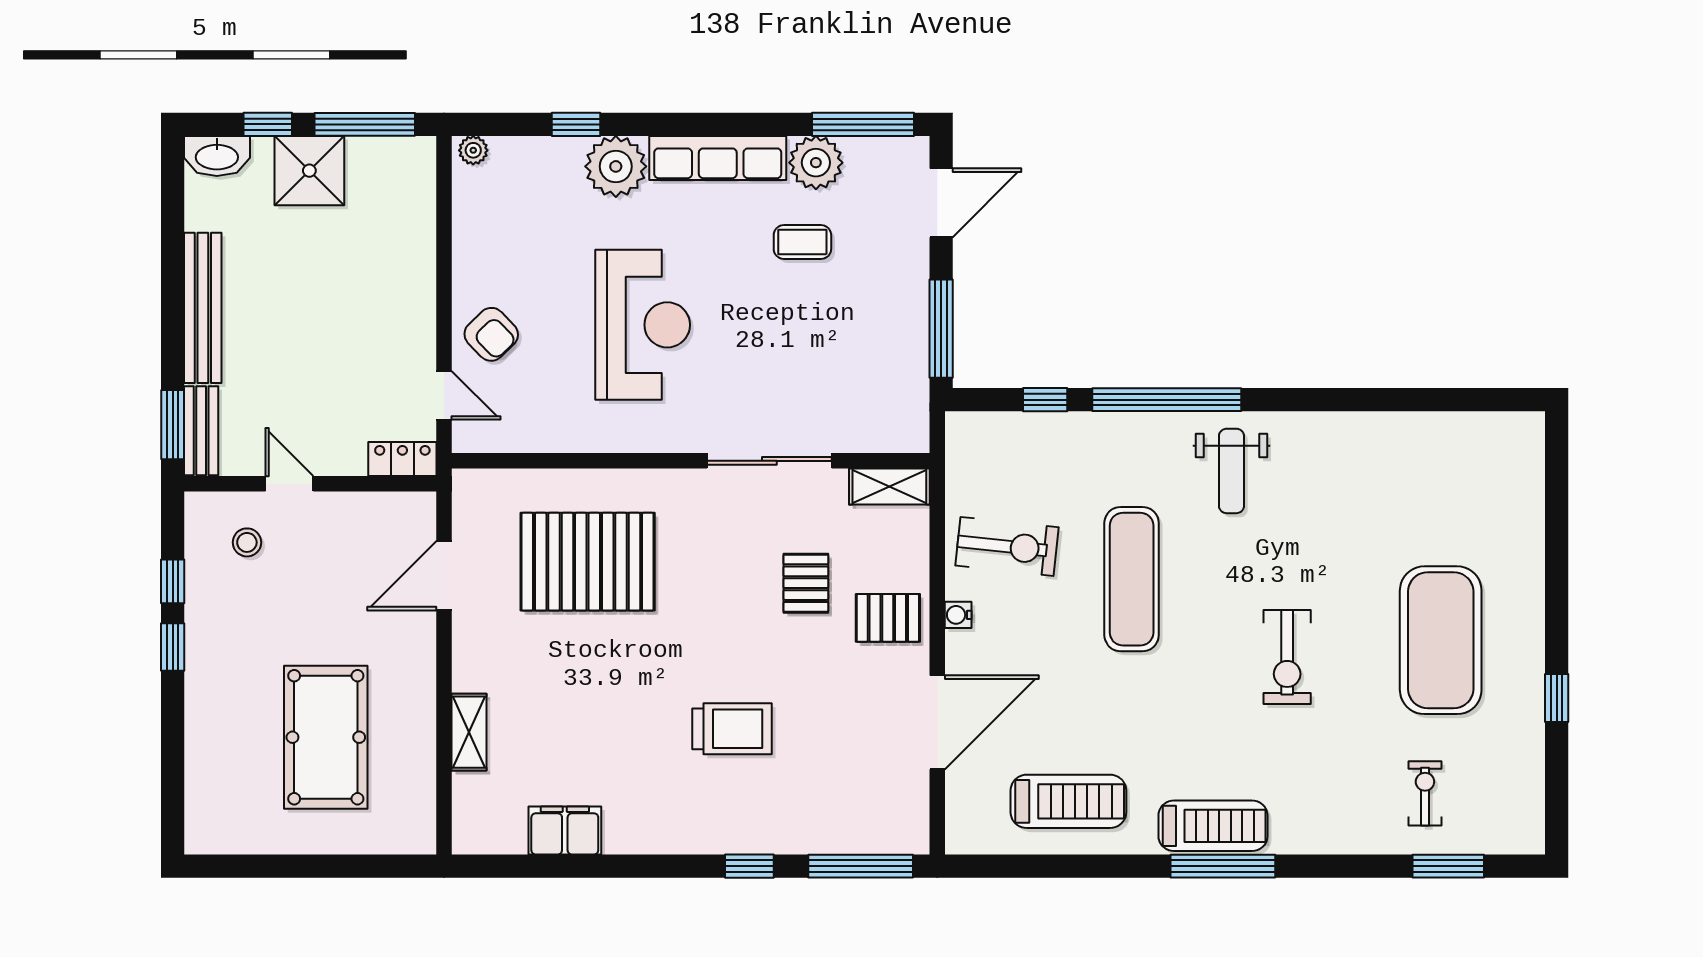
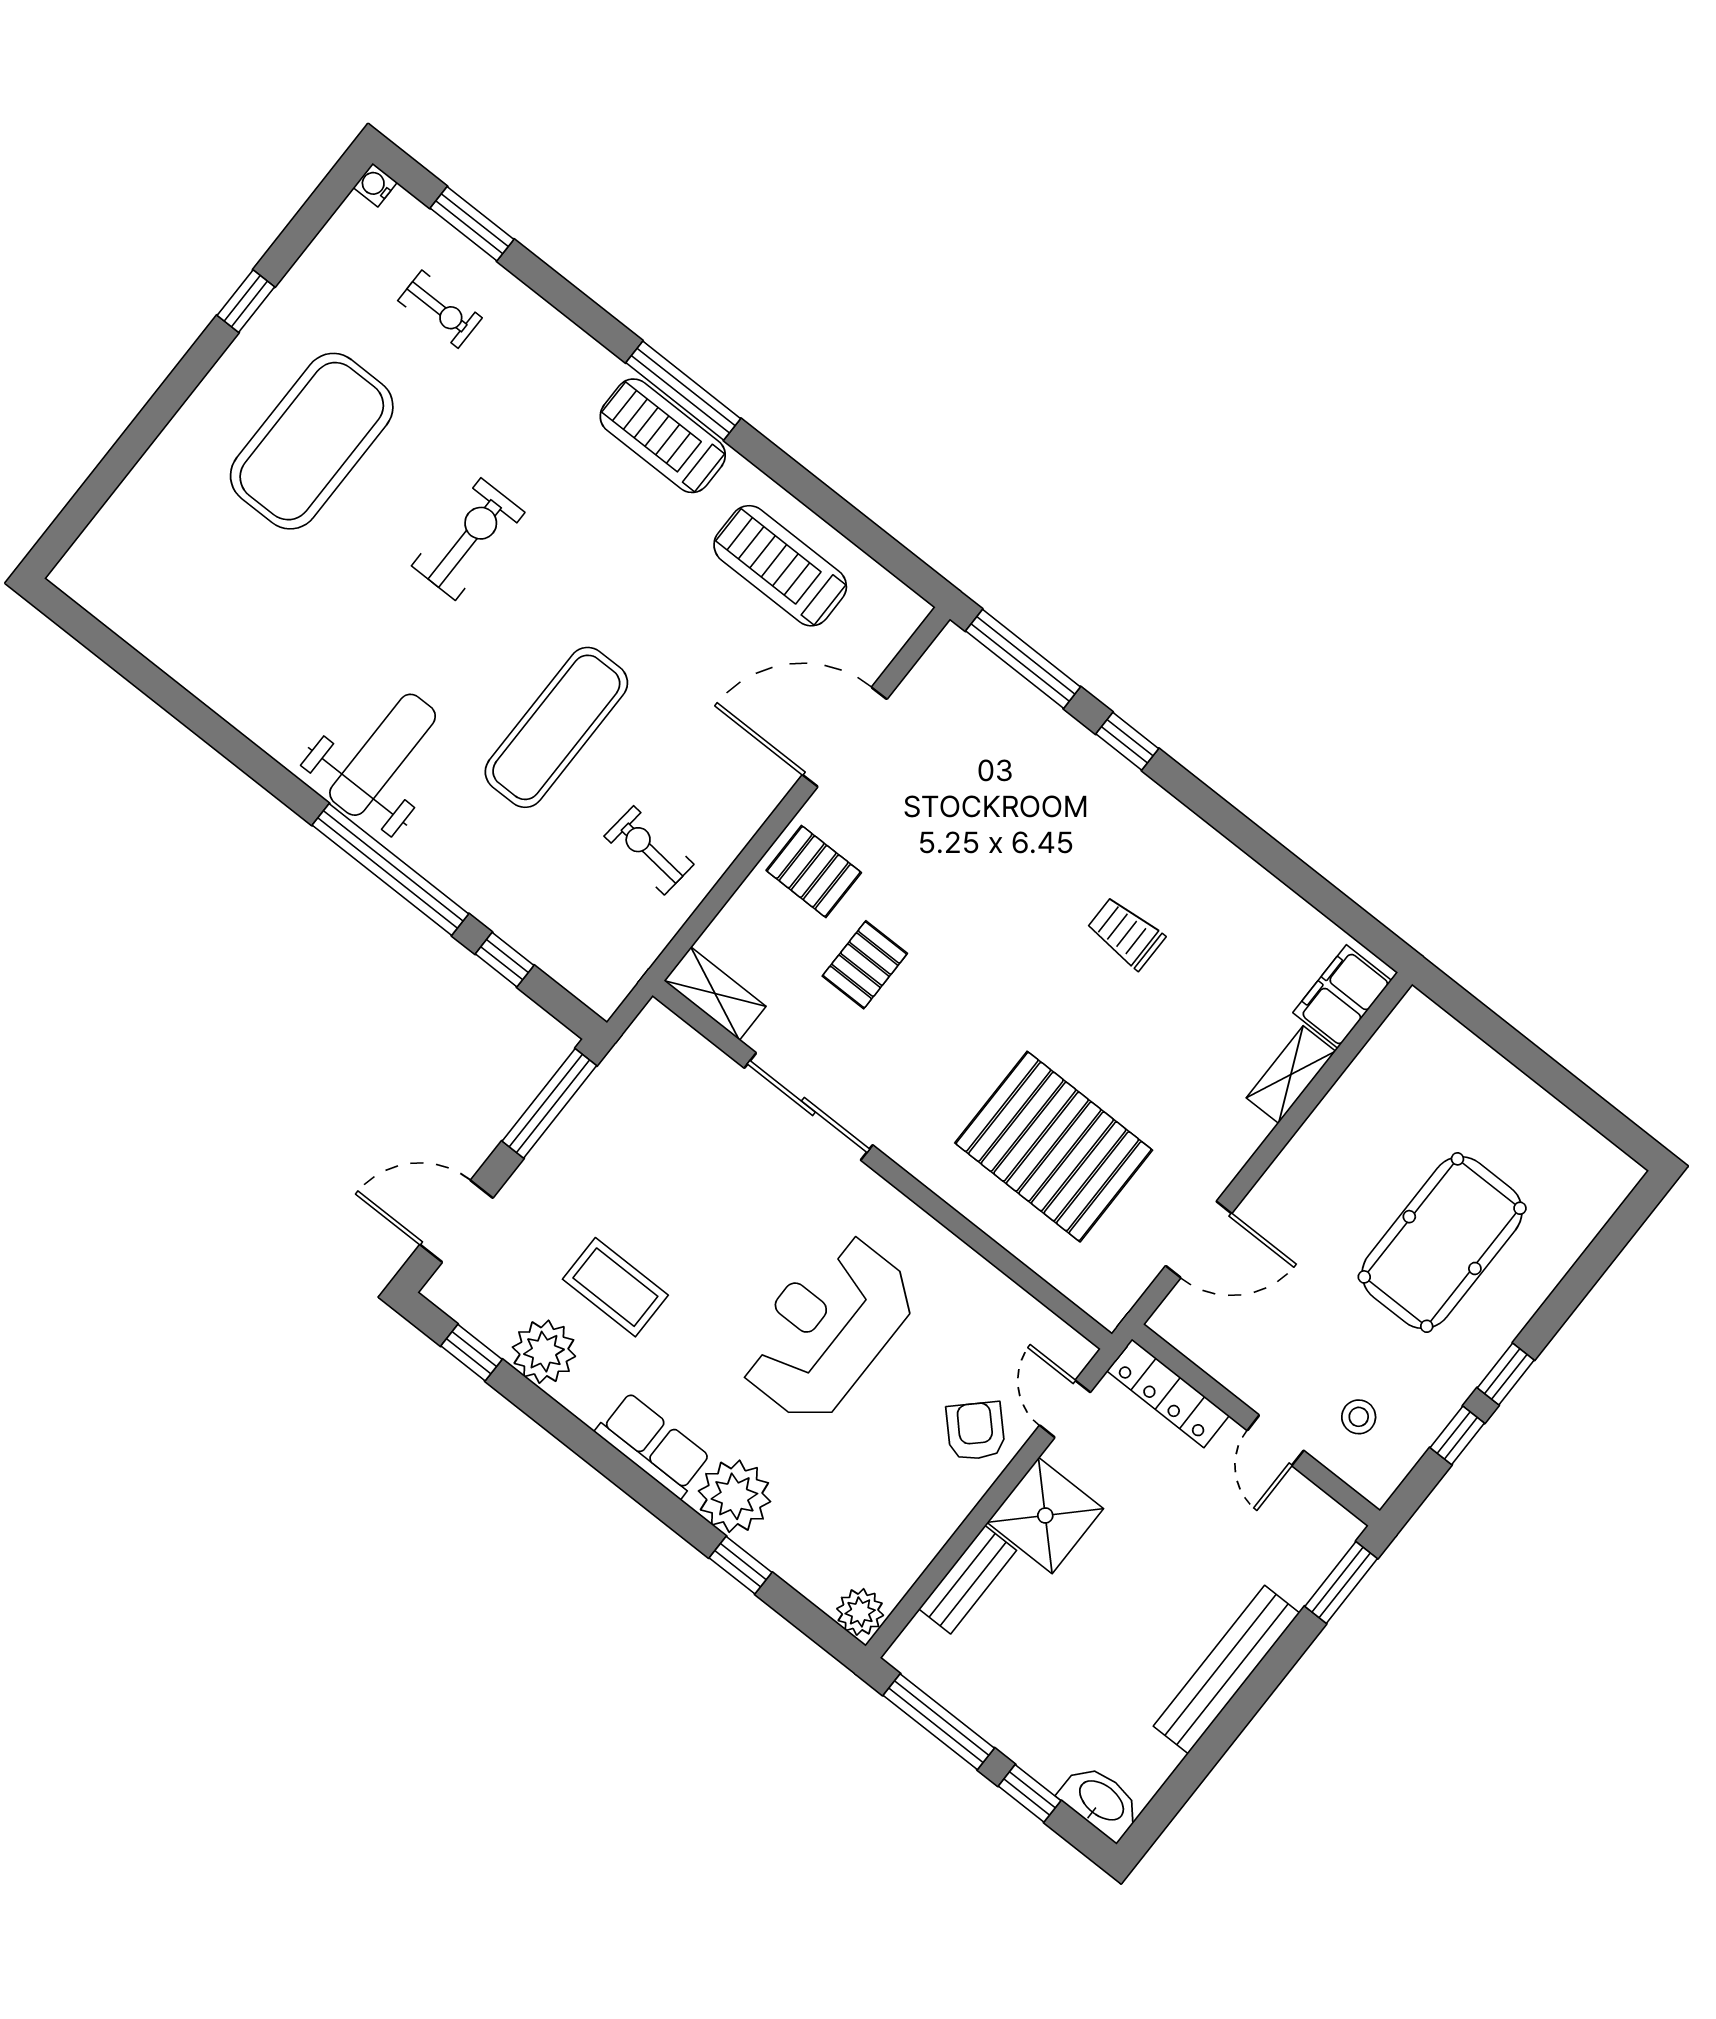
window: (863, 124) -> (471, 1353), width x0.46
plant: (473, 150) -> (860, 1612), width x1.38, depth x1.38
row of seats: (718, 158) -> (653, 1445), width x0.68
shower: (309, 171) -> (1045, 1515), moved
coffee table: (802, 242) -> (615, 1287), width x1.36, depth x1.30
bench: (201, 431) -> (968, 1580), moved
locker: (402, 459) -> (1168, 1393), width x1.53
weight bench: (1231, 471) -> (383, 755), width x1.36, depth x1.33
exercise bike: (1007, 546) -> (649, 850), width x0.73, depth x0.72
water cooler: (958, 615) -> (375, 185), moved, turned 180
trolley: (732, 729) -> (1126, 933), moved, width x0.73, depth x0.72
pool table: (326, 737) -> (1442, 1243), moved
exercise bike: (1425, 793) -> (440, 309), turned -90
filing cabinet: (565, 830) -> (1342, 996), moved, turned 90

